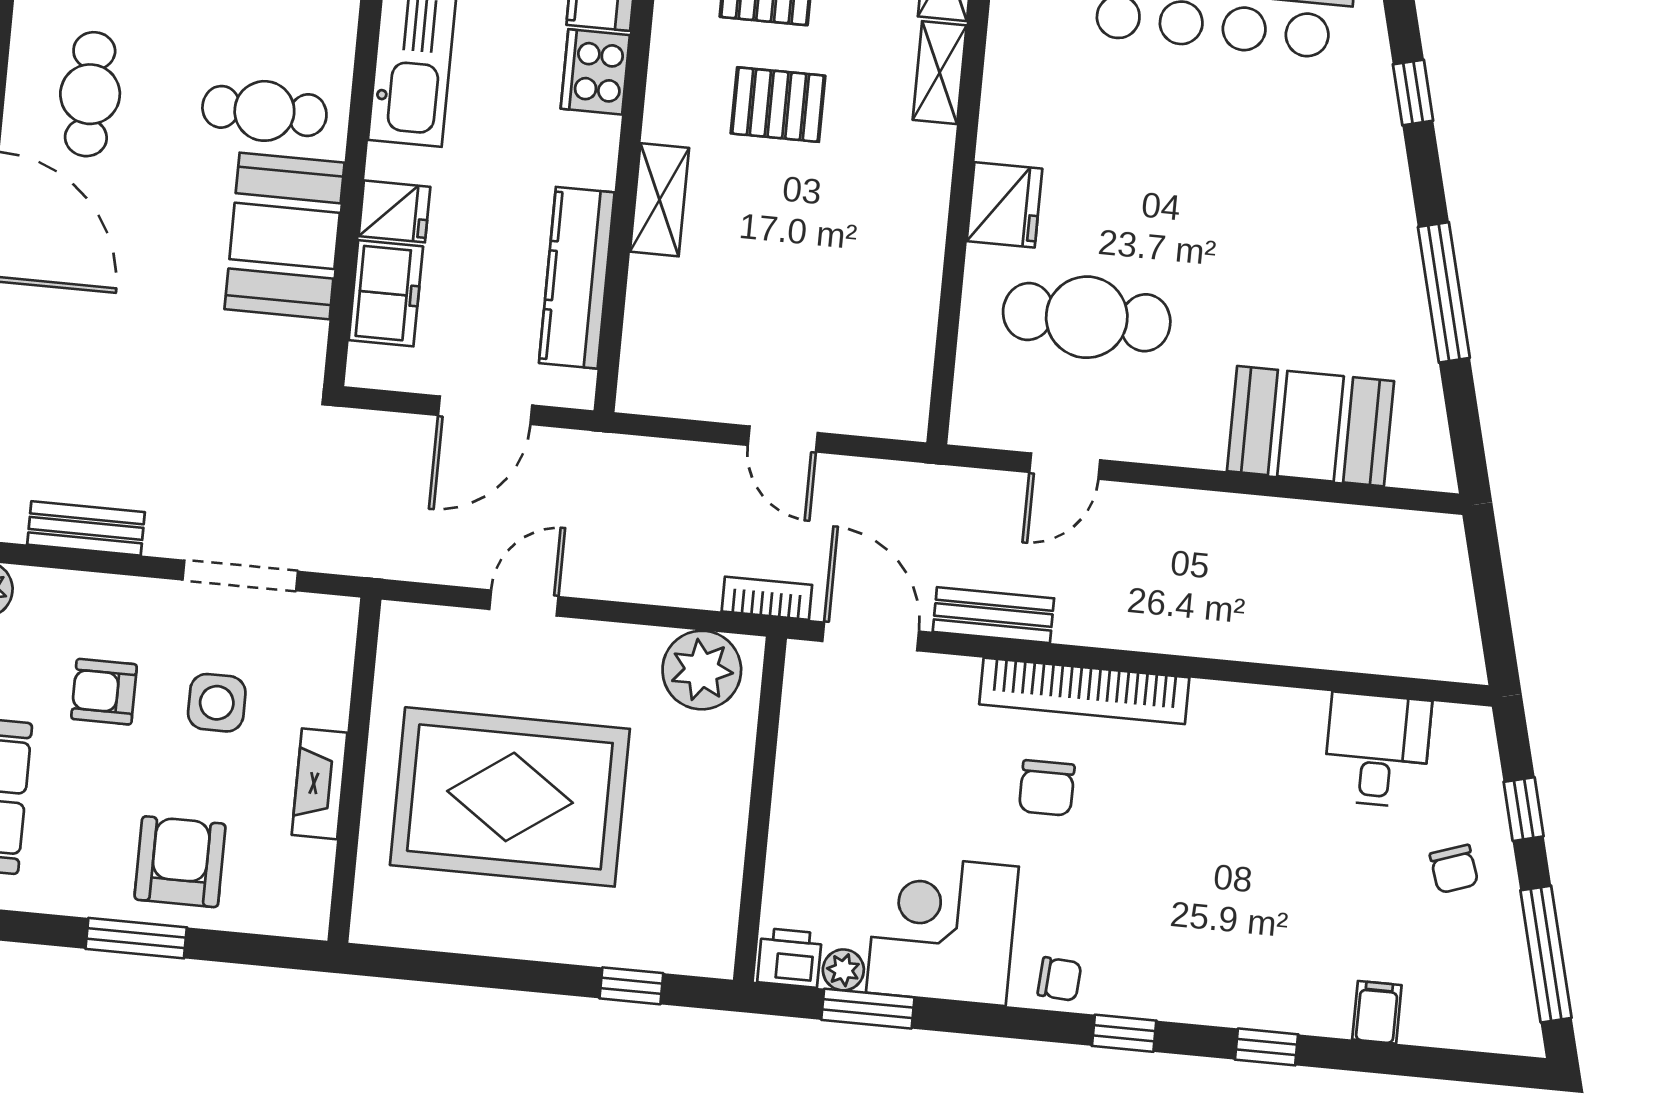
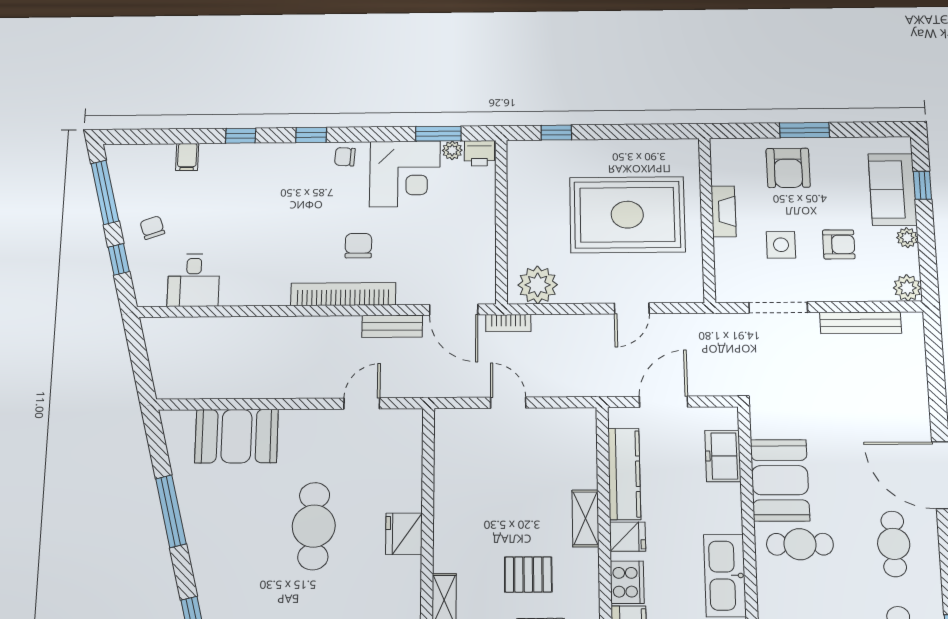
fridge: (394, 211) -> (628, 537), moved, turned 180
cafe table: (1087, 317) -> (314, 526), moved, turned 90
bench: (86, 528) -> (861, 323), width x1.36

